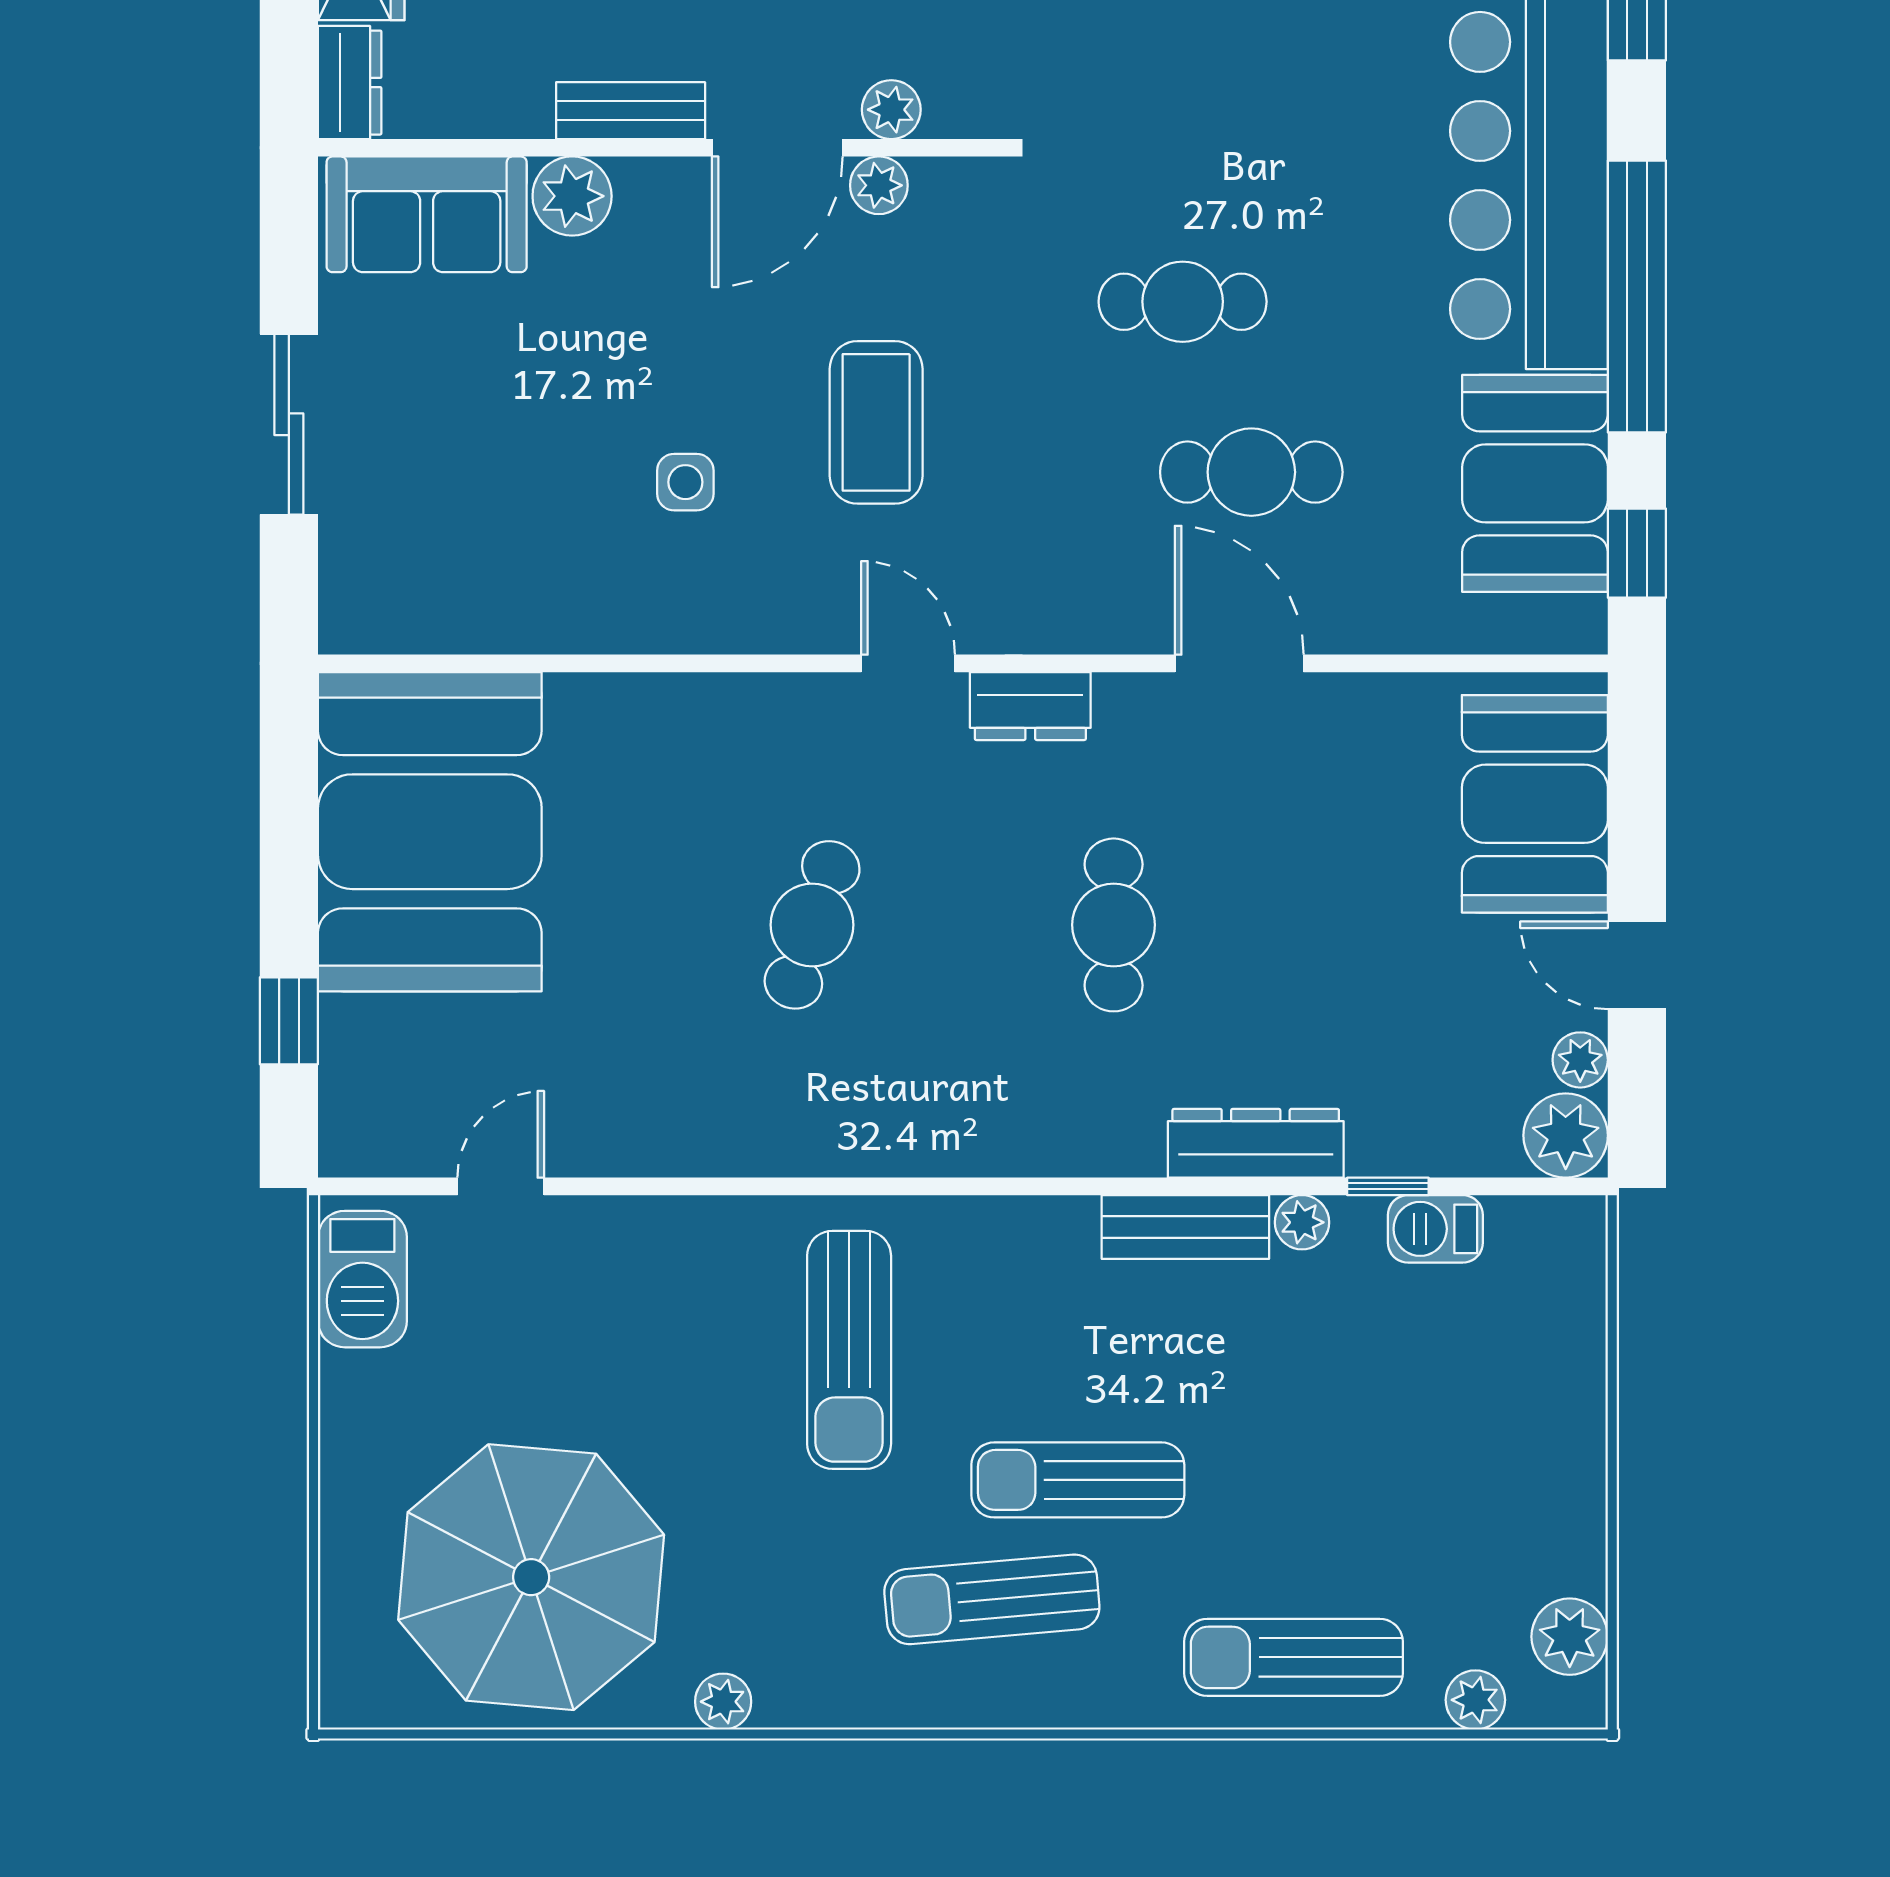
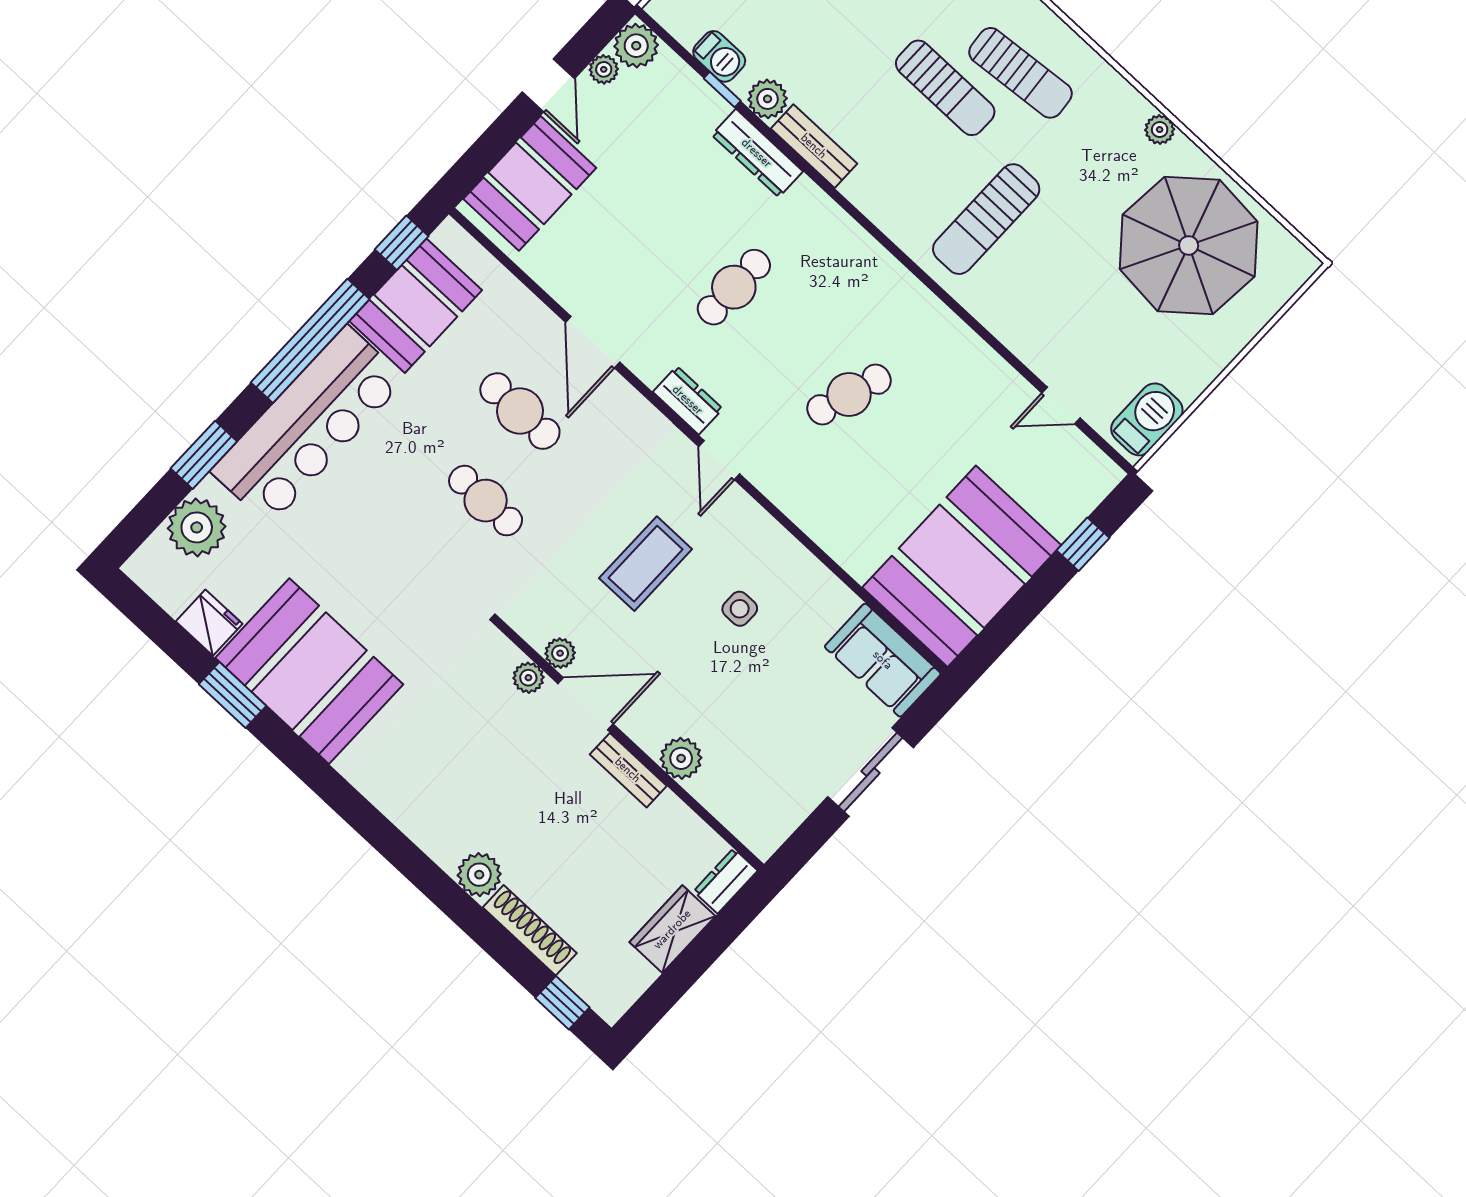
sofa: (427, 214) -> (883, 660), moved, turned 180
plant: (1302, 1222) -> (768, 99), width x1.38, depth x1.38
sun lounger: (849, 1350) -> (986, 219), turned 180

